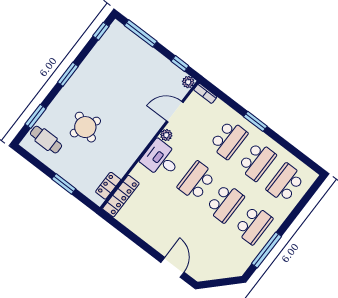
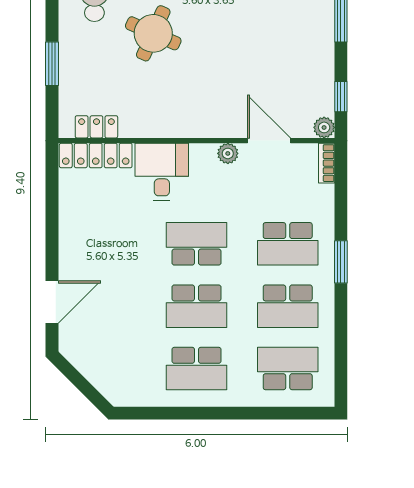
desk: (161, 159) -> (162, 172), moved
window: (266, 250) -> (175, 413), removed

